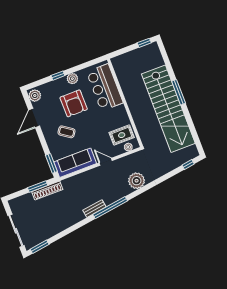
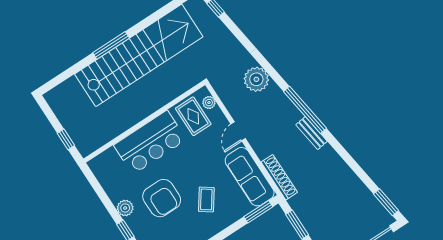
window: (144, 43) -> (66, 139), moved
bar counter: (105, 87) -> (150, 142), moved
armchair: (74, 103) -> (162, 198), turned 90
shoe rack: (47, 191) -> (279, 177), moved

